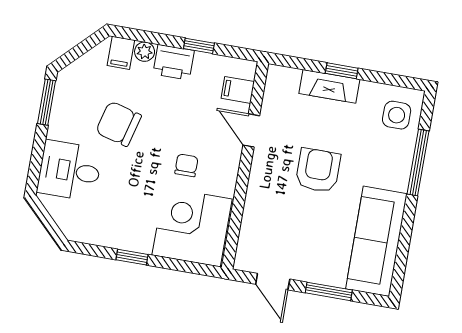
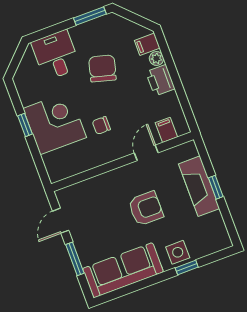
window: (199, 46) -> (180, 90), removed
fireplace: (329, 86) -> (199, 186), width x1.37, depth x1.32
side table: (397, 115) -> (178, 252), moved
window: (418, 163) -> (187, 268), width x0.46
chair: (186, 165) -> (101, 125), turned 180
corner desk: (192, 227) -> (55, 123), moved

